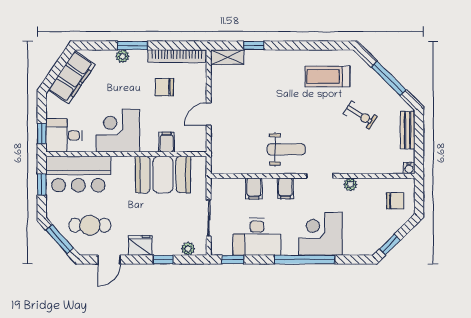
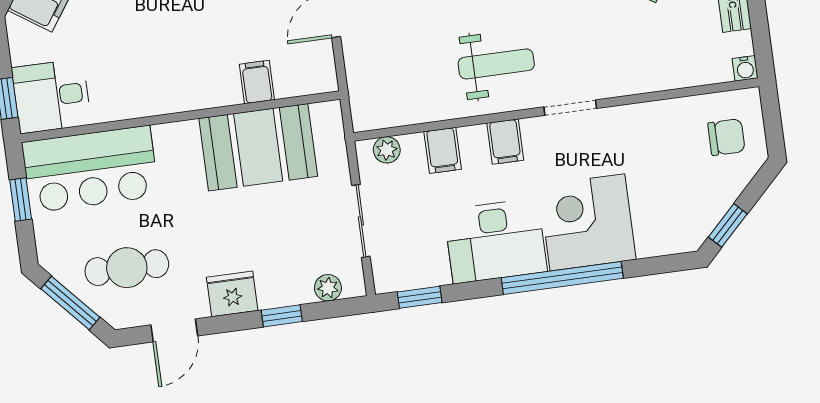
corner desk: (118, 131) -> (157, 72), removed
plant: (350, 184) -> (387, 150), moved
desk: (257, 237) -> (495, 241), moved

